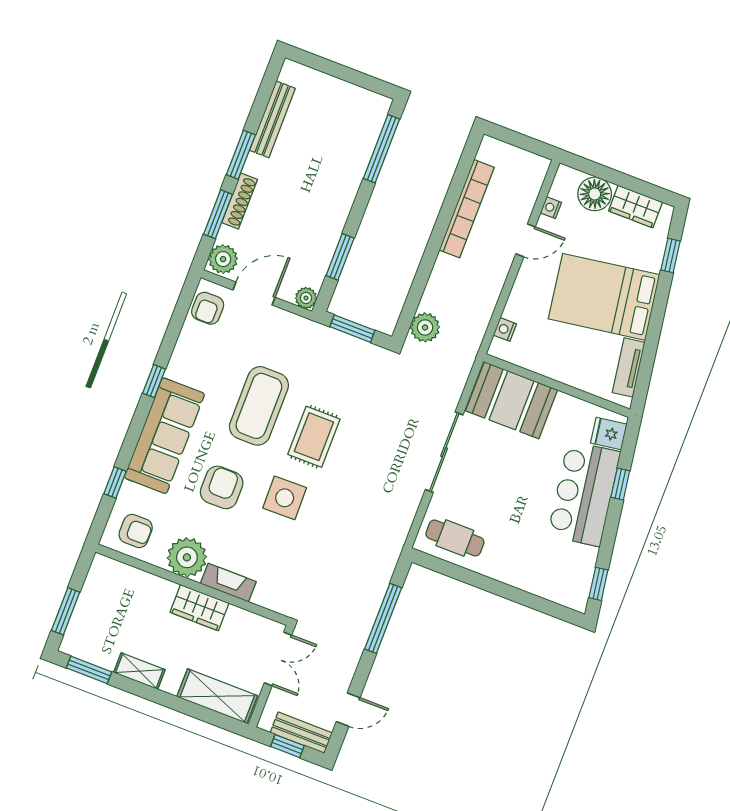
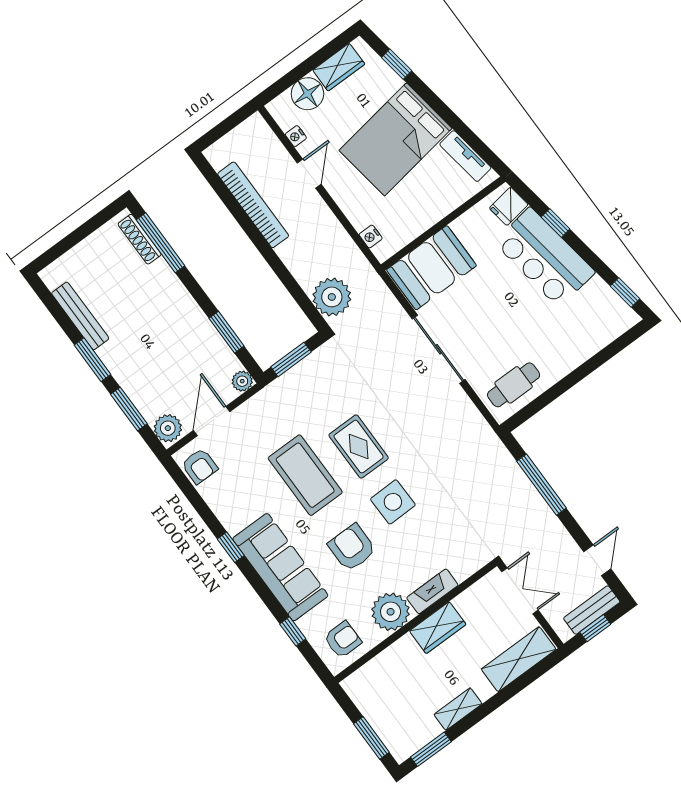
shoe rack: (240, 201) -> (140, 239), moved, turned 180
plant: (425, 327) -> (332, 297), width x1.36, depth x1.36

